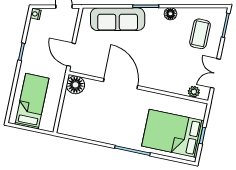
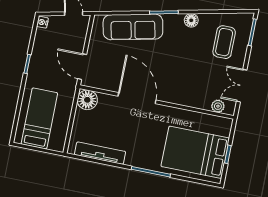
tv unit: (87, 133) -> (100, 153), added

